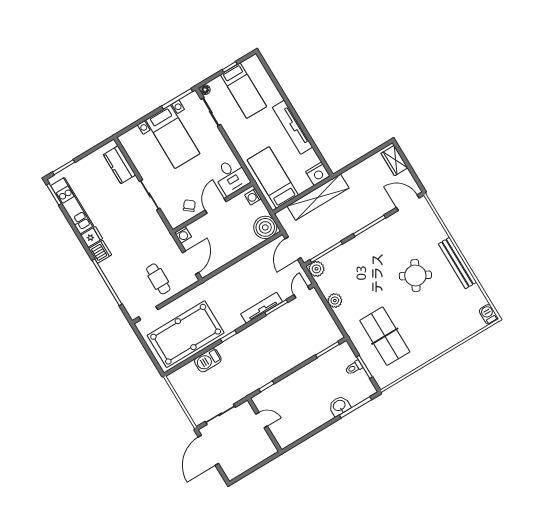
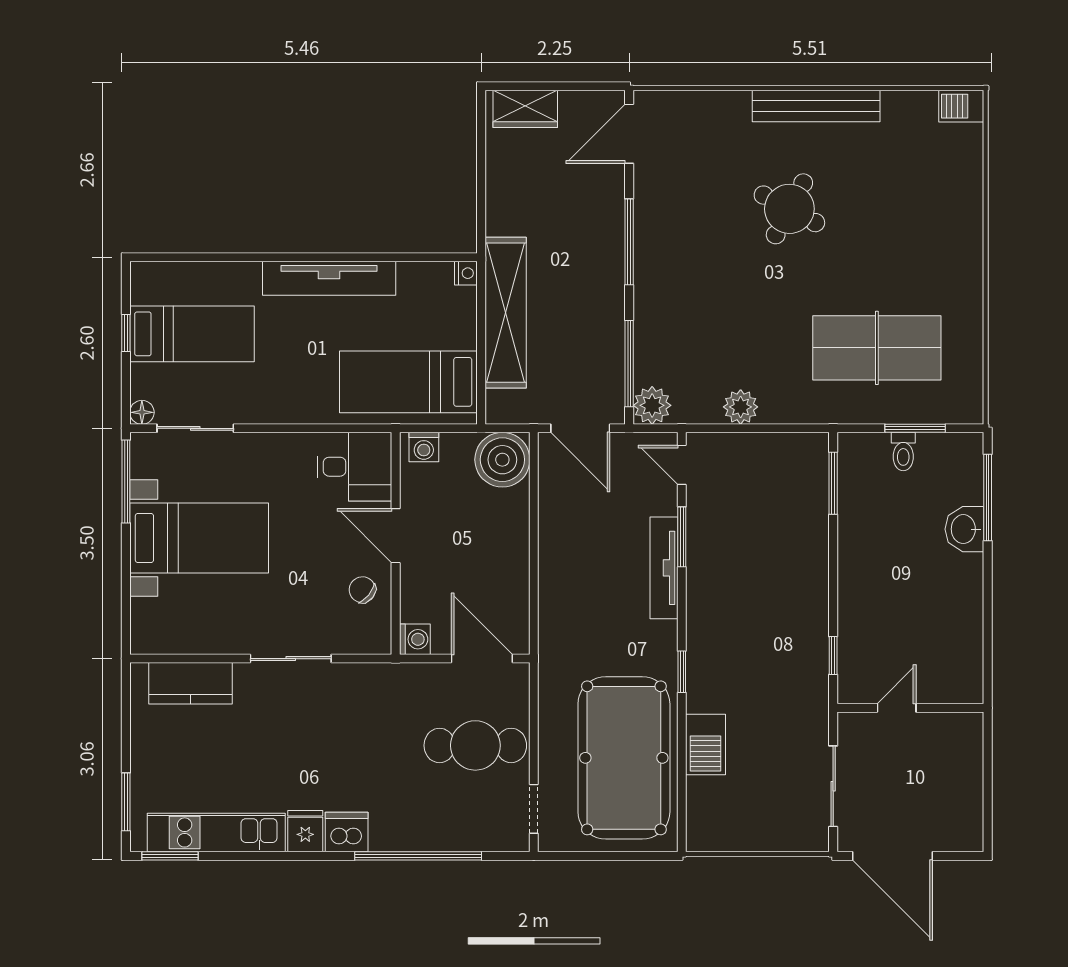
nightstand: (318, 174) -> (466, 273), width x0.53, depth x0.56
cafe table: (158, 279) -> (475, 745), width x1.37, depth x1.35

